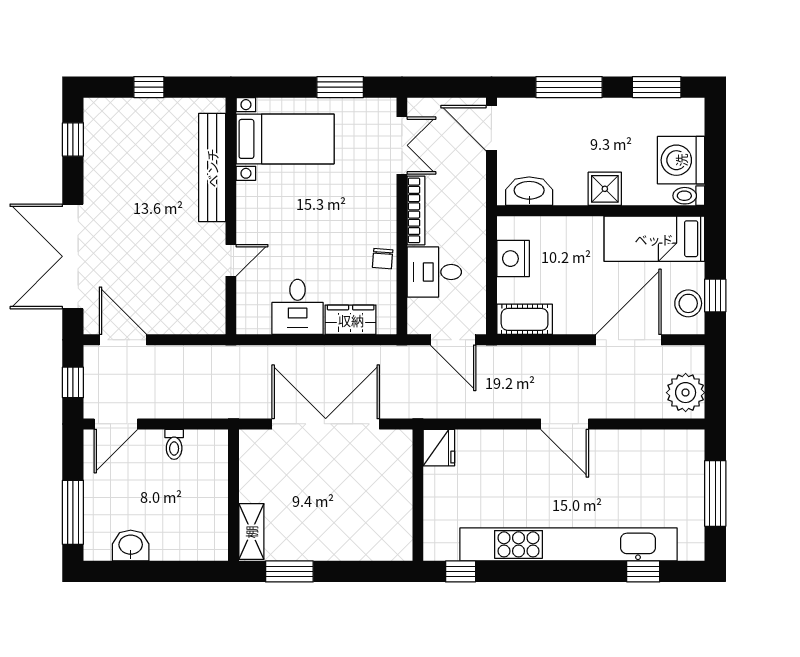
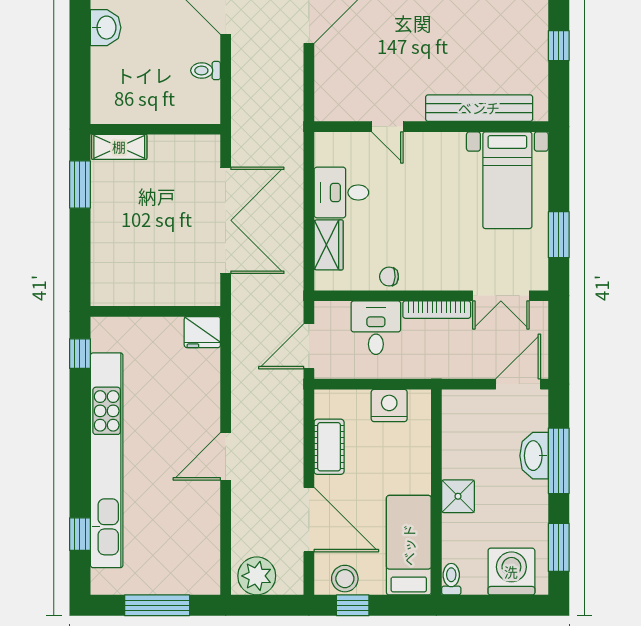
washing machine: (681, 160) -> (511, 572), moved
washbasin: (529, 191) -> (534, 456), moved, turned 180
cot: (525, 319) -> (329, 447), moved

